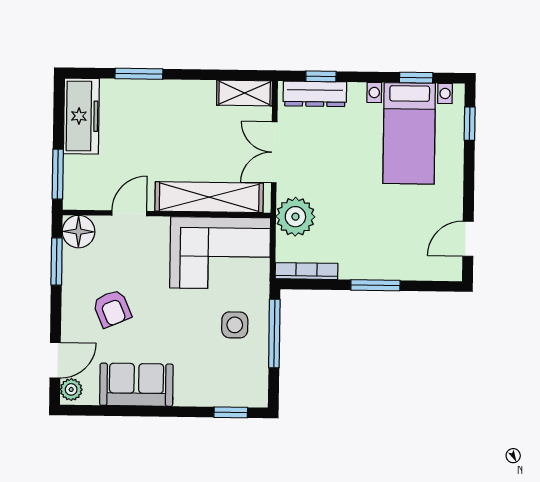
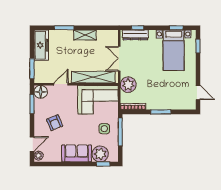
shelving: (245, 93) -> (85, 35), moved
door: (468, 239) -> (198, 93), swing flipped
sofa: (136, 385) -> (77, 153), moved
plant: (224, 387) -> (100, 154), added

